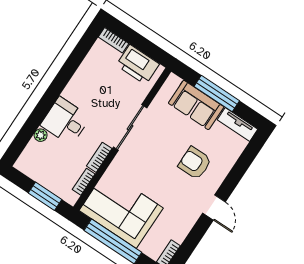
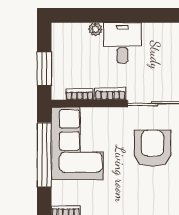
armchair: (195, 163) -> (152, 148), moved, width x1.36, depth x1.36

